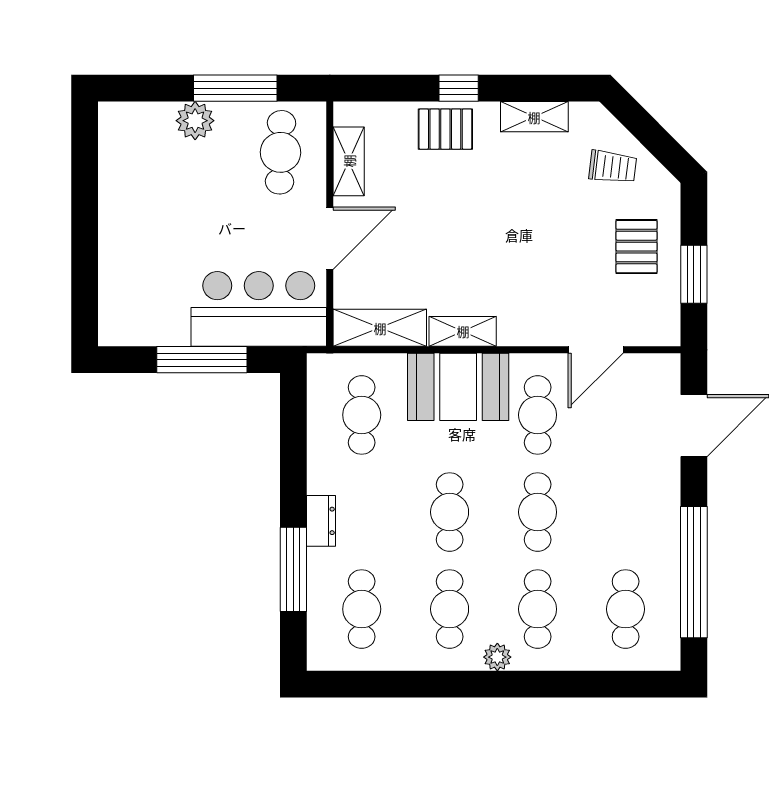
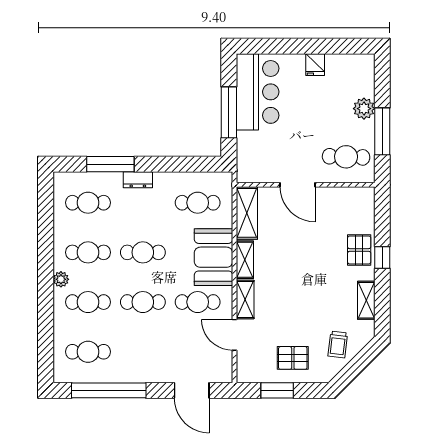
shelving: (349, 161) -> (245, 300), moved, turned 90
fridge: (117, 207) -> (315, 65), added
bar counter: (259, 309) -> (258, 92), moved

